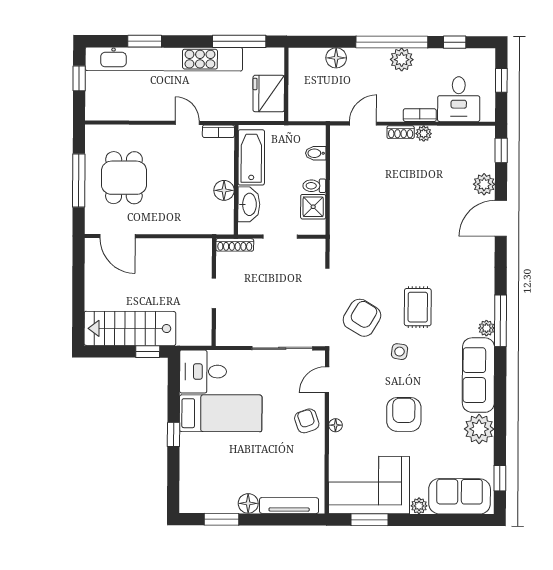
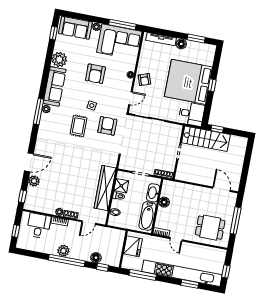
window: (455, 42) -> (102, 267), moved
dining table: (124, 178) -> (210, 228), moved, turned 90
wardrobe: (344, 196) -> (105, 188), added
armchair: (362, 318) -> (107, 126), turned 149
stairs: (130, 328) -> (206, 139), moved
bed: (221, 413) -> (188, 82), width x2.04
window: (370, 520) -> (122, 25), width x1.44

